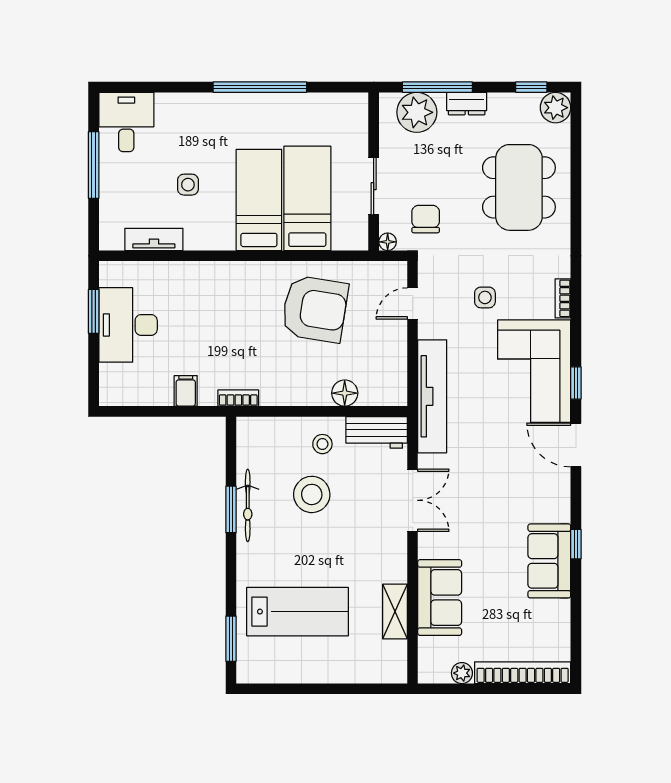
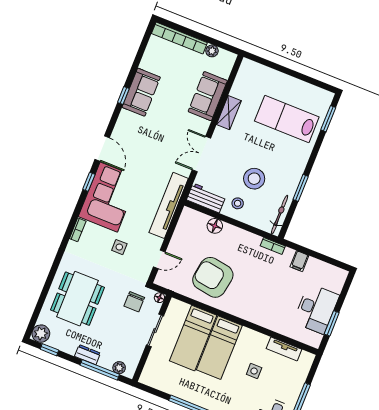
plant: (417, 112) -> (119, 368), width x0.53, depth x0.53
bicycle: (248, 505) -> (279, 215), moved
shelving: (395, 612) -> (229, 113), moved

